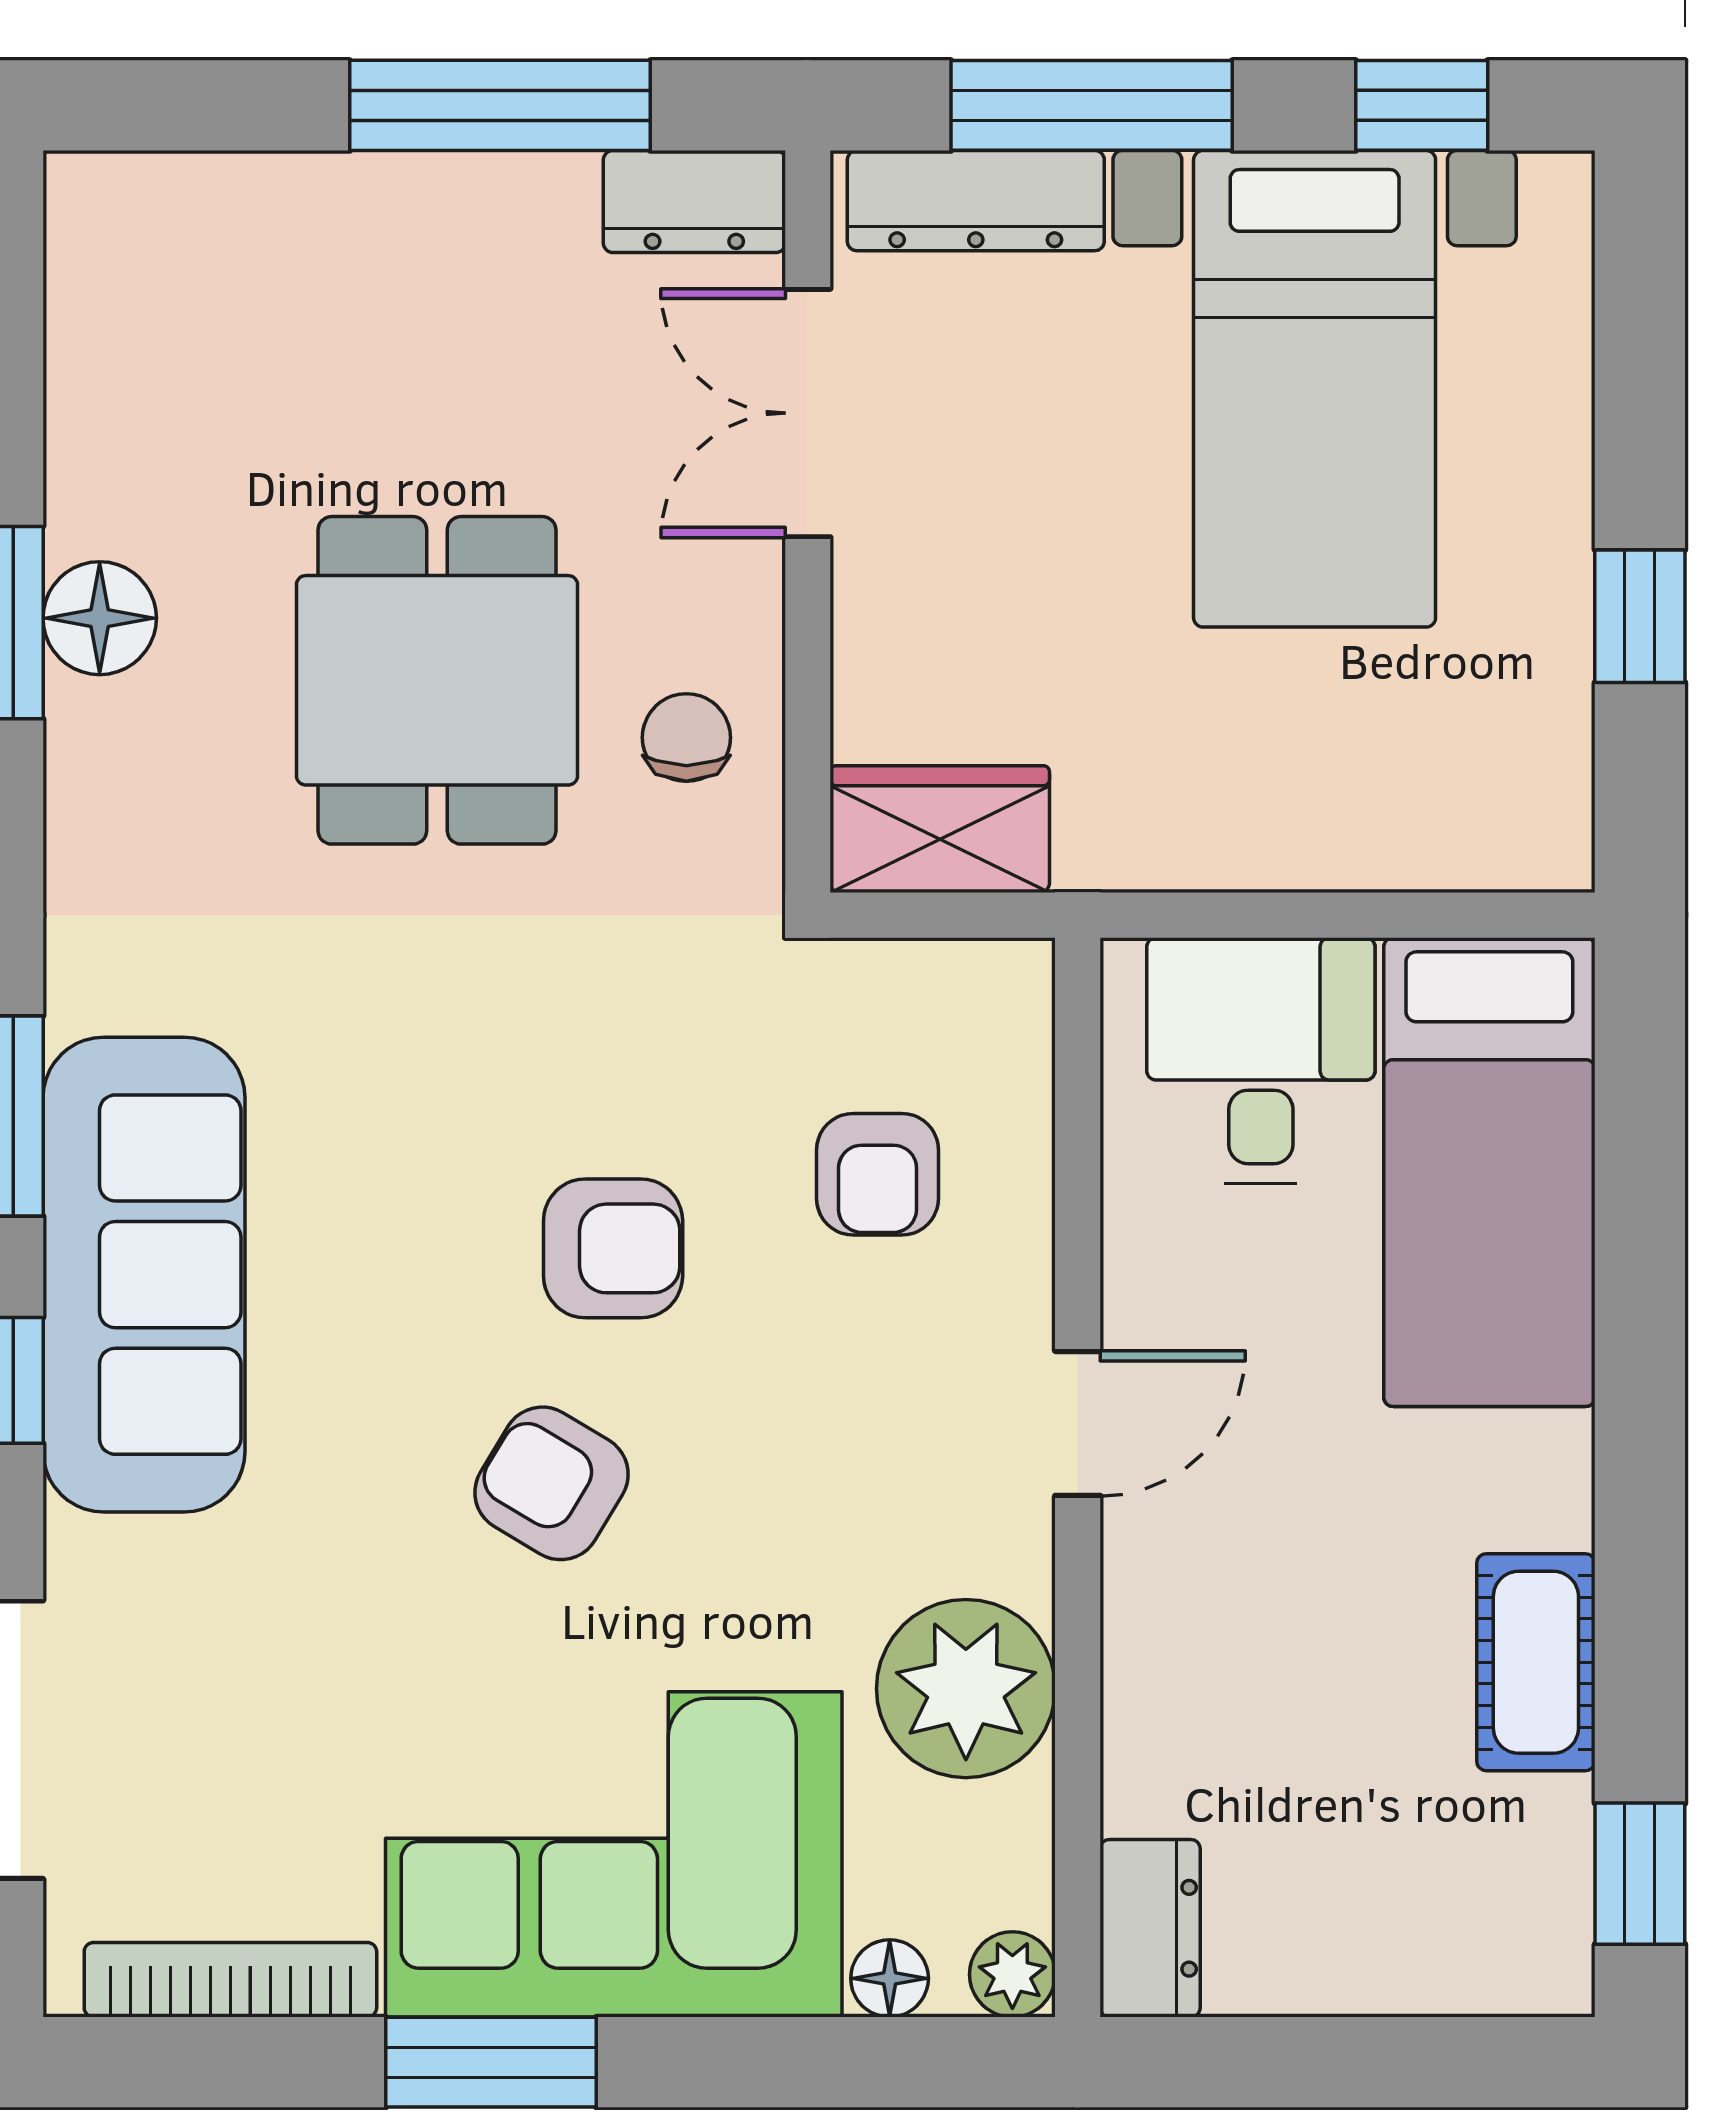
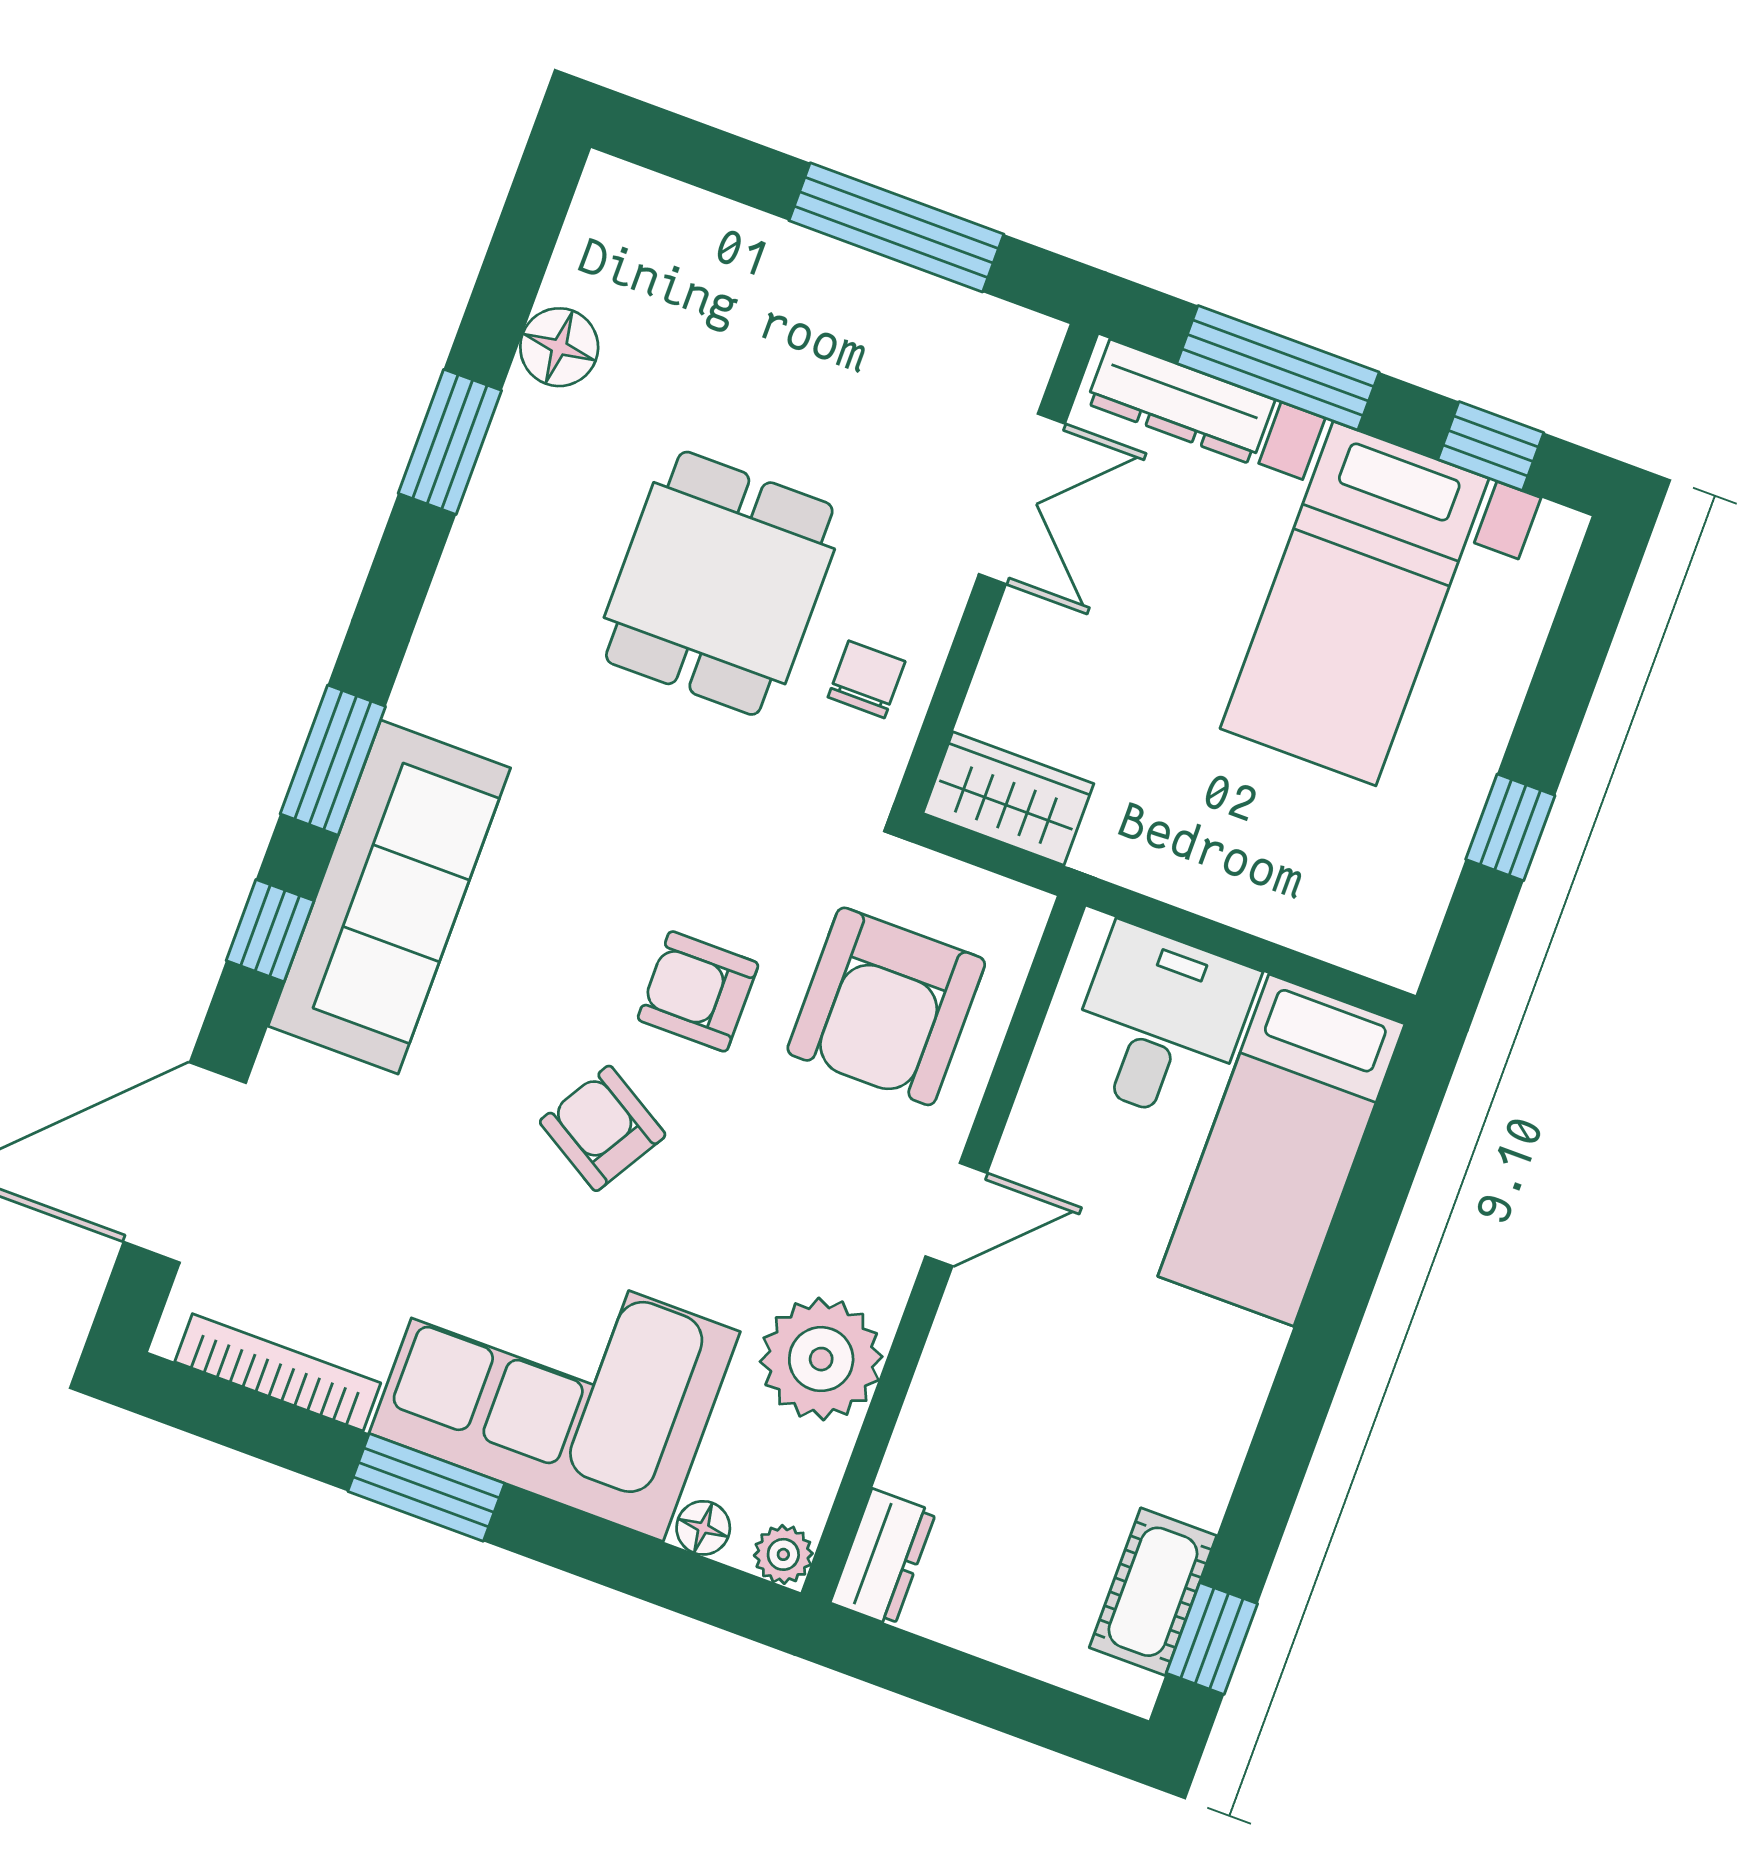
dresser: (694, 202) -> (999, 336), removed
double door: (808, 413) -> (1022, 499), swing flipped
floor lamp: (100, 618) -> (559, 347), moved
armchair: (878, 1174) -> (886, 1006), width x1.88, depth x1.88
armchair: (613, 1248) -> (698, 991), turned 180
cot: (1536, 1662) -> (1153, 1592), moved

